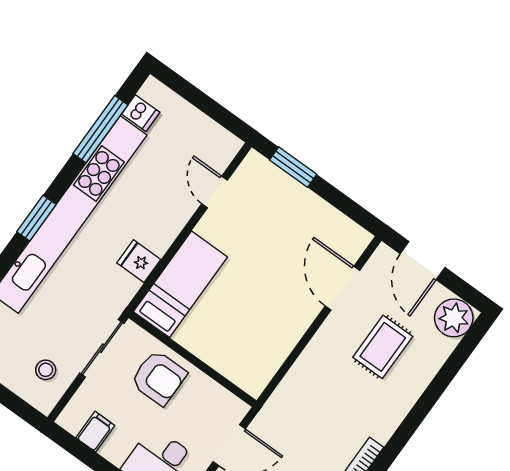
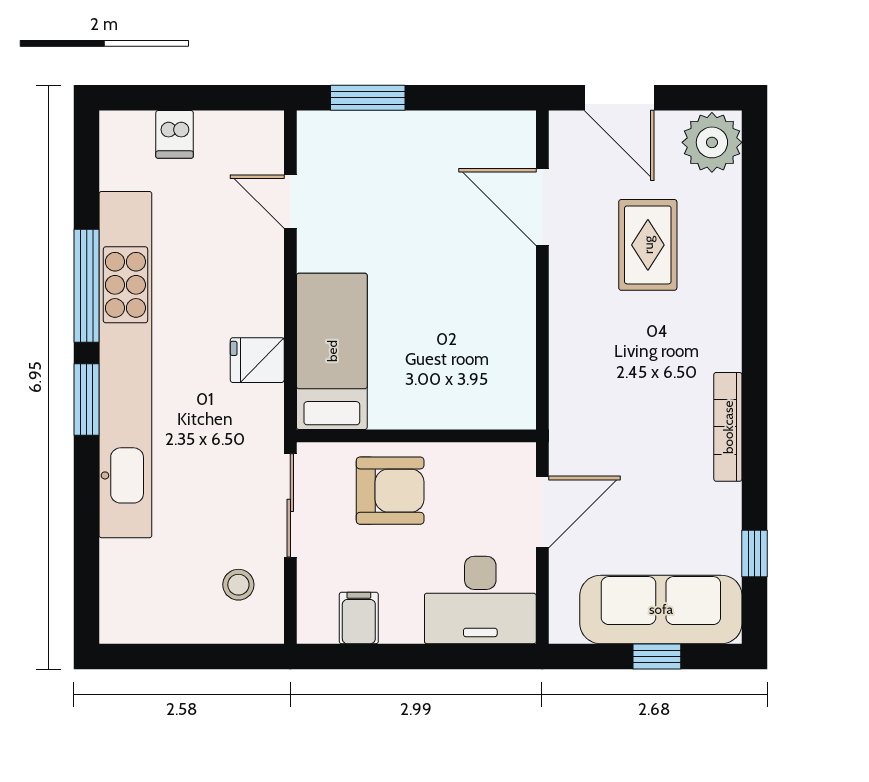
dishwasher: (141, 113) -> (175, 134), moved, turned 90
window: (100, 129) -> (87, 286), moved

